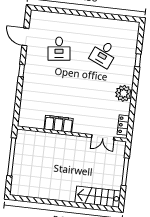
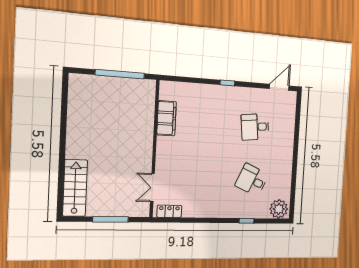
door: (25, 37) -> (279, 87), moved
plant: (124, 93) -> (279, 209), moved
filing cabinet: (59, 124) -> (167, 118), moved

